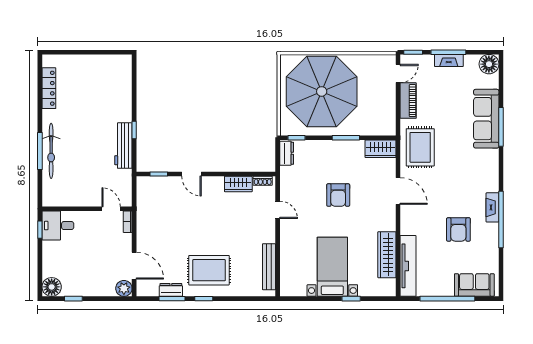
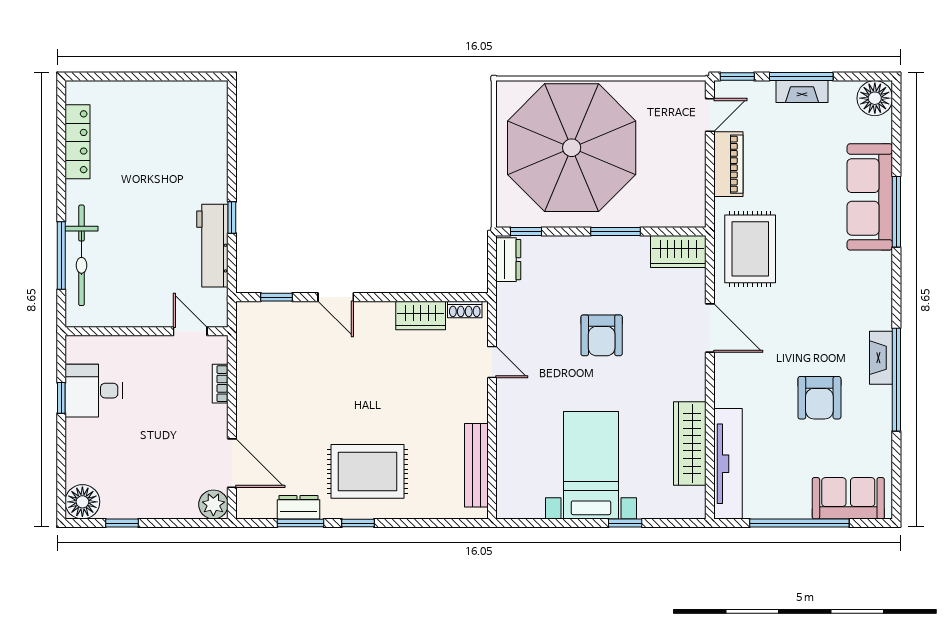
wall: (87, 209) -> (147, 331), moved
door: (111, 209) -> (190, 331), moved

